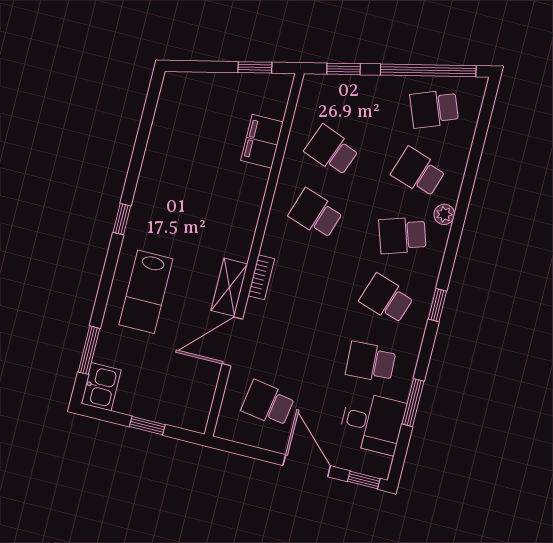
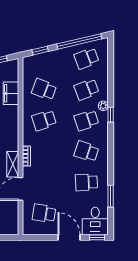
school desk: (418, 172) -> (86, 89), turned -39
school desk: (316, 214) -> (44, 120), turned -36
window: (437, 305) -> (111, 115), moved
desk: (372, 423) -> (95, 221), moved, turned 90

